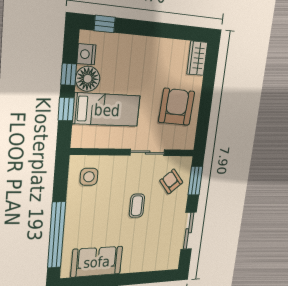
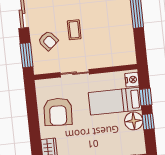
nightstand: (86, 54) -> (132, 80), moved
side table: (89, 177) -> (119, 49), removed
armchair: (171, 181) -> (48, 41), moved

